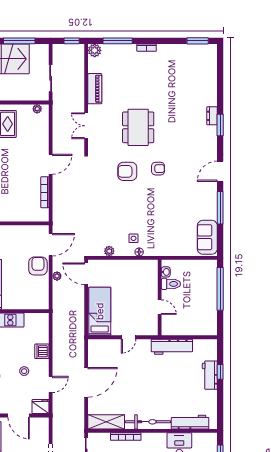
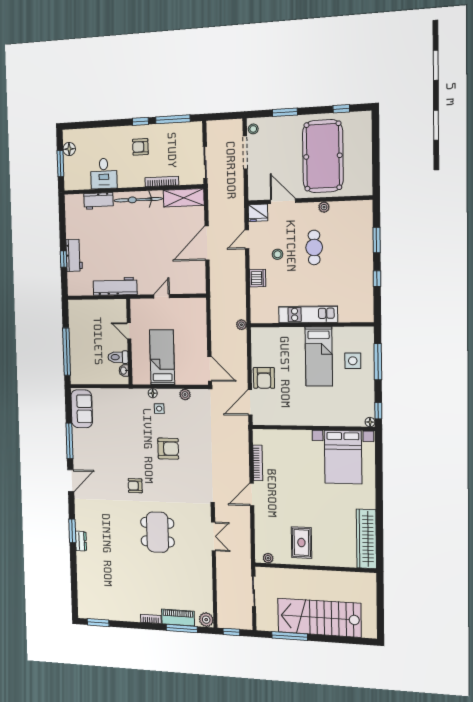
piano: (95, 89) -> (178, 617), moved, turned 90
armchair: (127, 171) -> (168, 449), moved
plant: (57, 276) -> (241, 325), moved
bed: (100, 311) -> (162, 357), moved, turned 180
workbench: (190, 422) -> (99, 201), width x0.73

